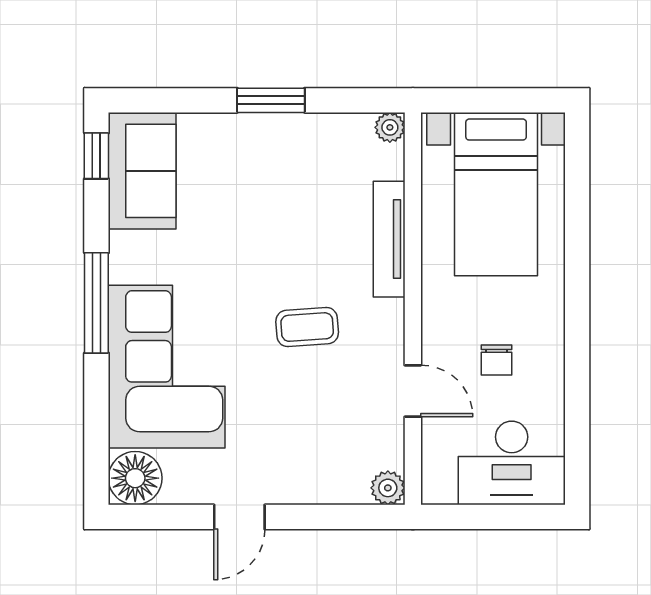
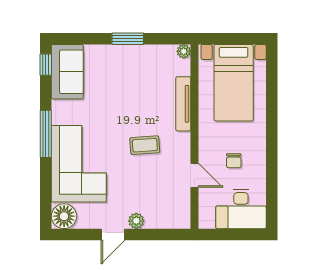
plant: (388, 488) -> (136, 221), moved

